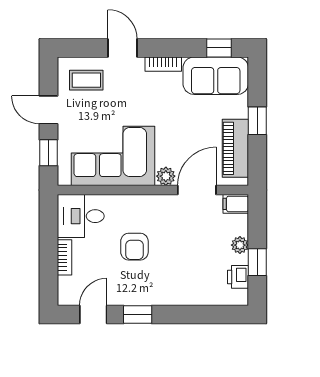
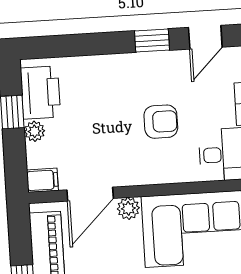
armchair: (134, 247) -> (161, 122), turned 90
printer: (238, 277) -> (40, 93), width x1.87, depth x1.48

